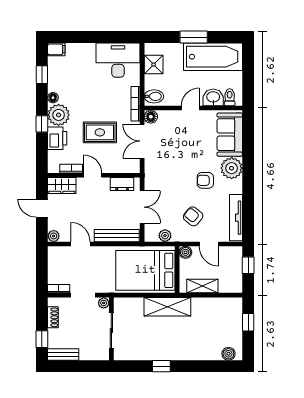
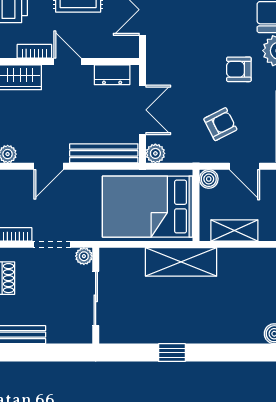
armchair: (193, 216) -> (220, 124), turned 114
plant: (165, 236) -> (155, 153), moved
door: (80, 244) -> (49, 166), swing flipped

